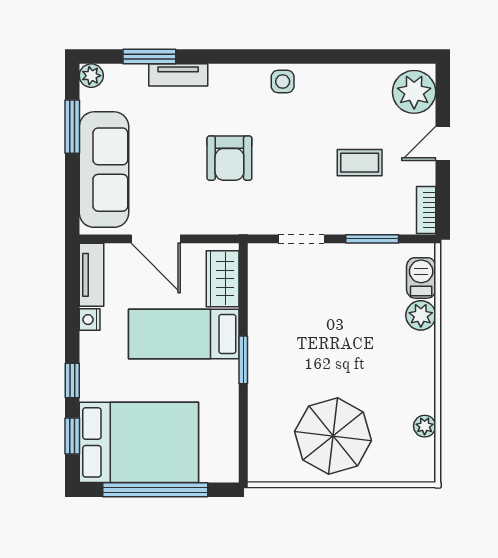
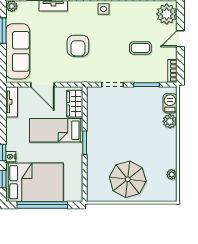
nightstand: (90, 320) -> (11, 157), moved

